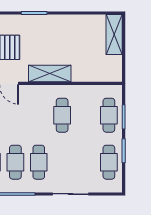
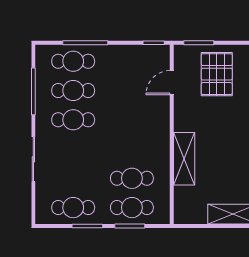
shelving: (50, 74) -> (184, 159), moved
cafe table: (62, 115) -> (132, 178), moved

